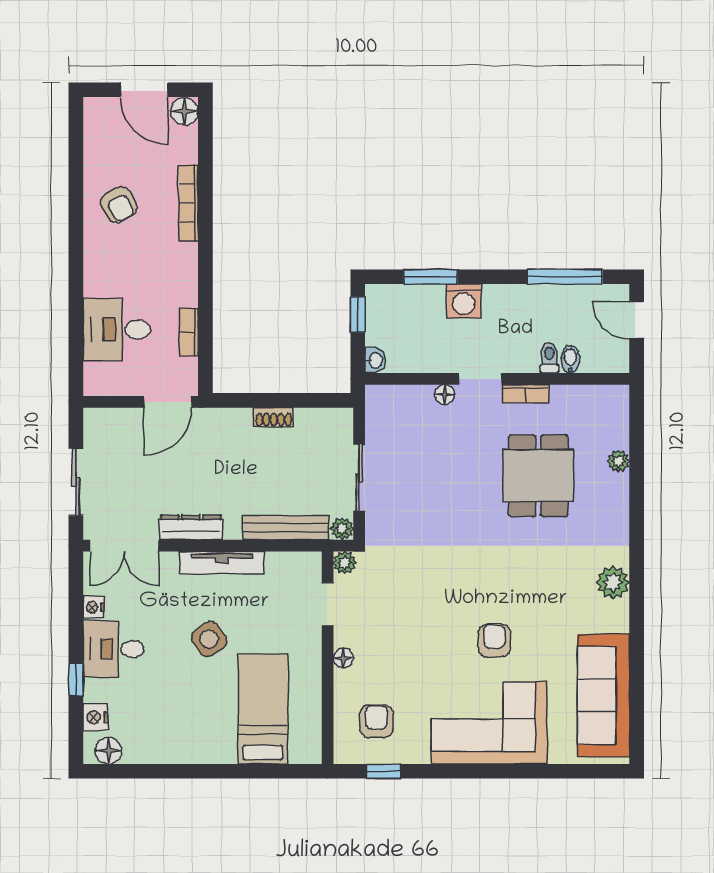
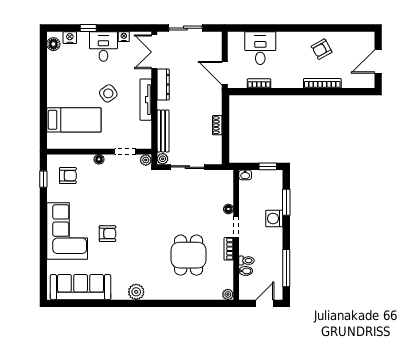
floor lamp: (184, 111) -> (368, 81), removed
plant: (618, 461) -> (228, 294), moved
dining table: (538, 476) -> (189, 255), turned 90

